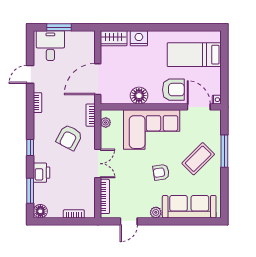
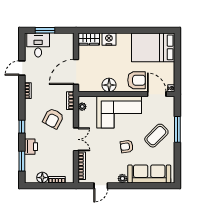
bed: (194, 55) -> (153, 47), width x1.50
floor lamp: (40, 211) -> (42, 178), moved

